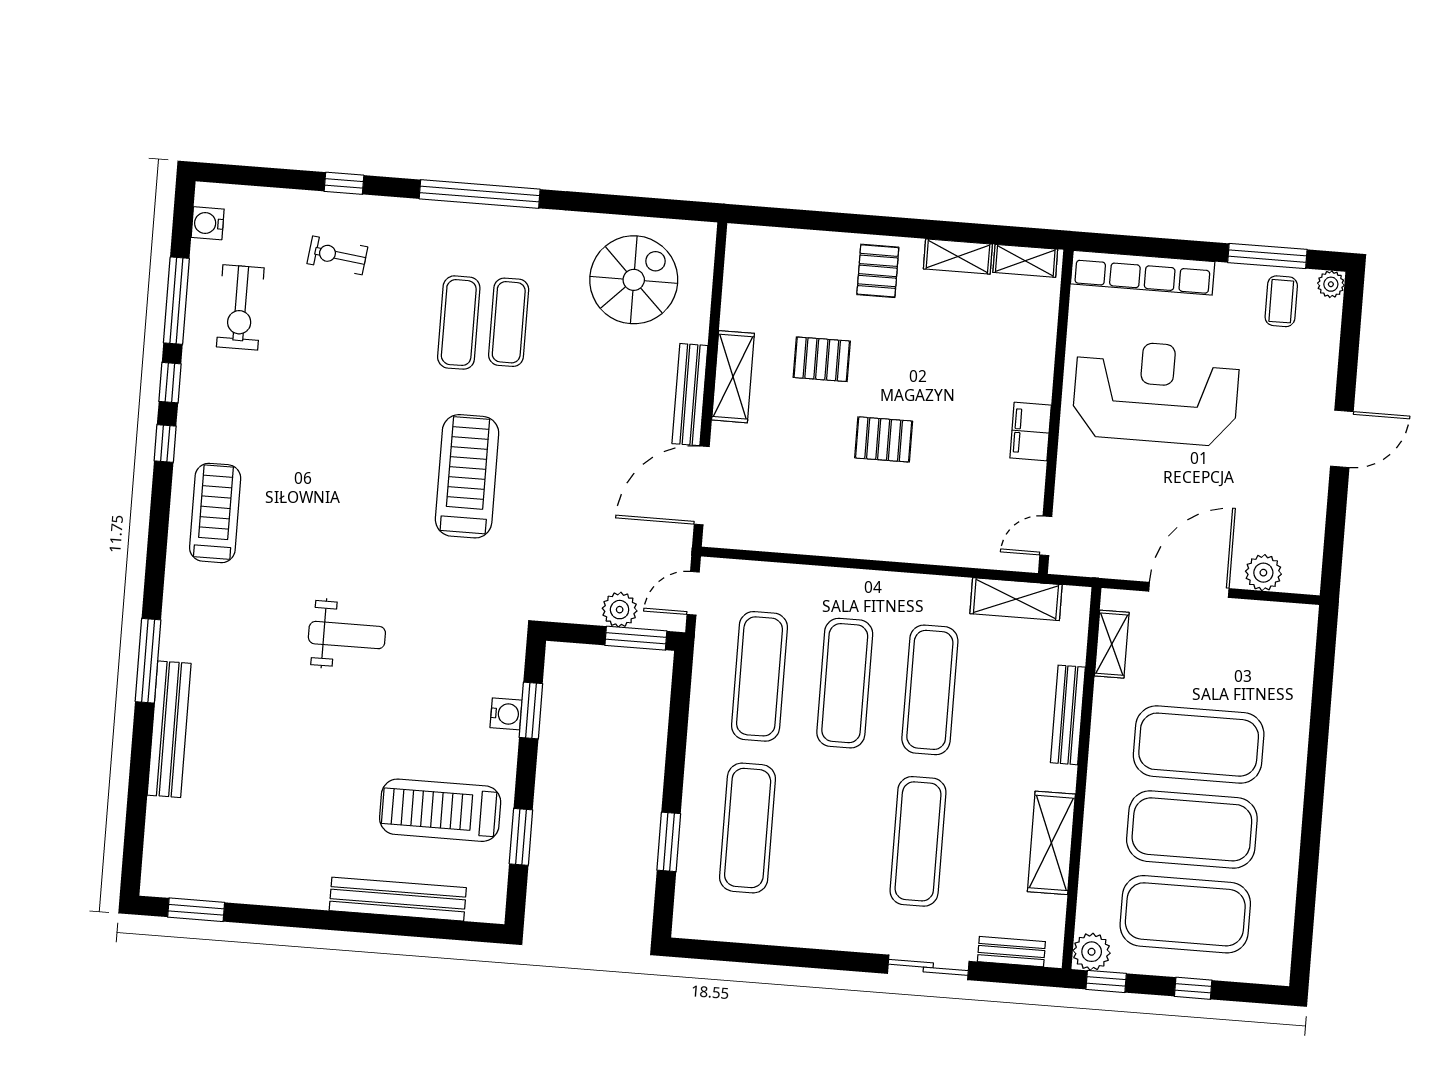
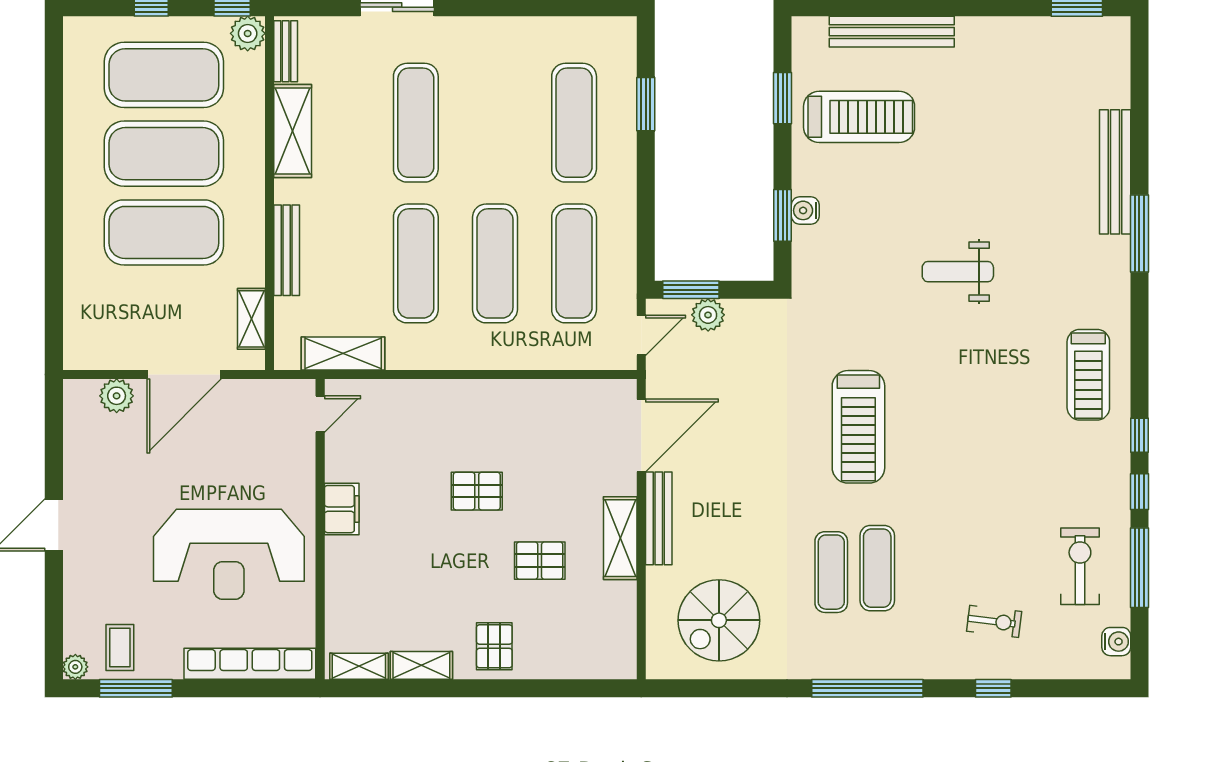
bench: (1011, 952) -> (286, 51), moved, turned 90

